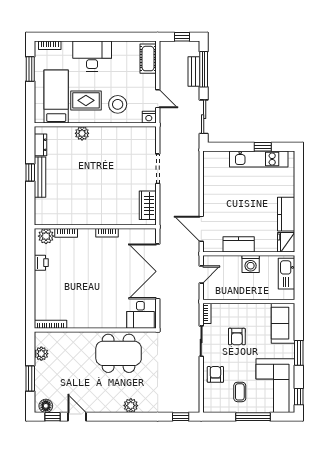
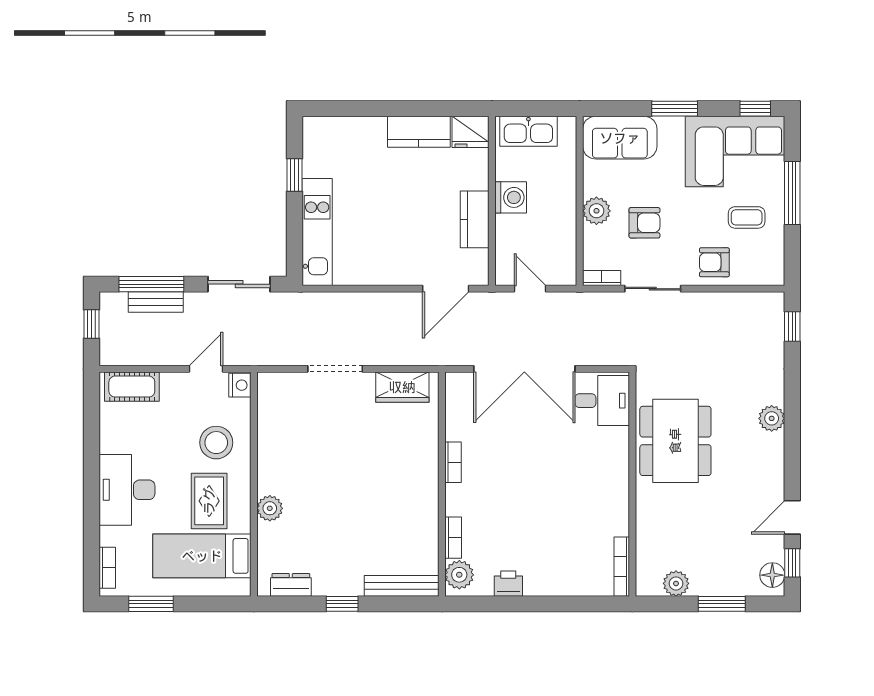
kitchen unit: (259, 159) -> (317, 232), moved
bench: (40, 177) -> (402, 586), moved
plant: (243, 311) -> (596, 211), added

